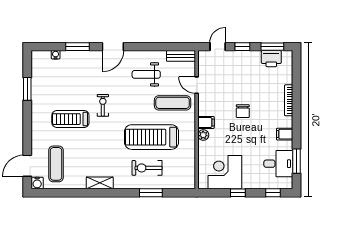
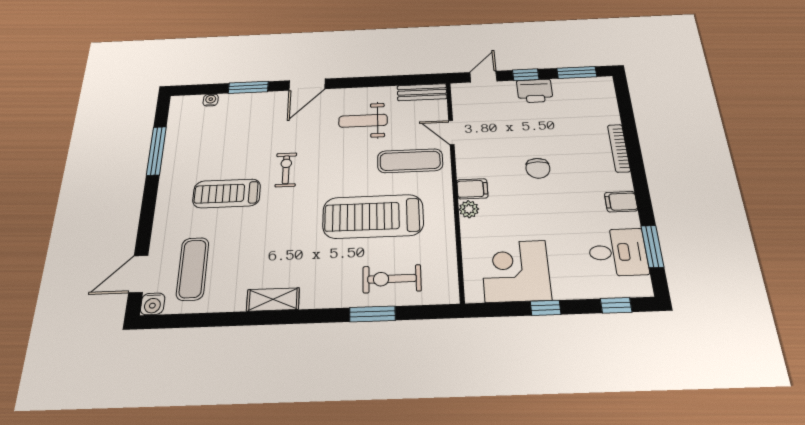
printer: (271, 59) -> (535, 91), moved
window: (27, 89) -> (156, 151), width x1.44
exercise bike: (147, 168) -> (392, 279), moved

